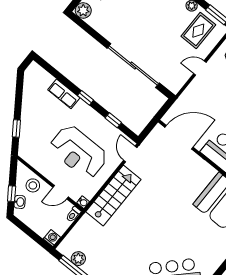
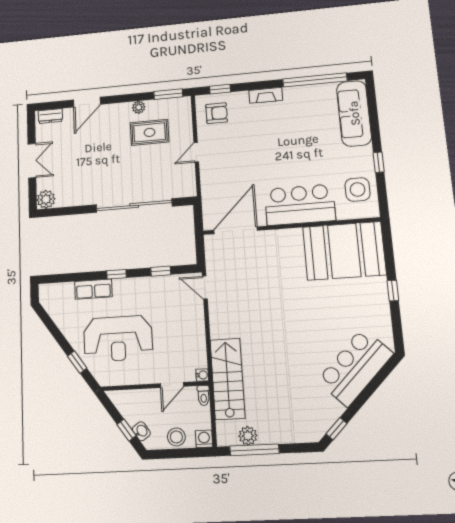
rug: (198, 31) -> (150, 132), moved, turned 90
reception desk: (78, 152) -> (118, 339), moved
stool: (33, 185) -> (176, 437), moved
stairs: (113, 196) -> (228, 379), moved

